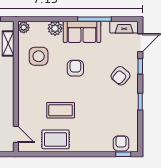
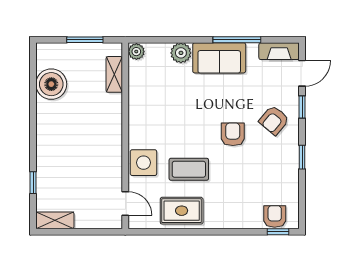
side table: (39, 56) -> (143, 163), moved
armchair: (75, 68) -> (233, 134), moved

